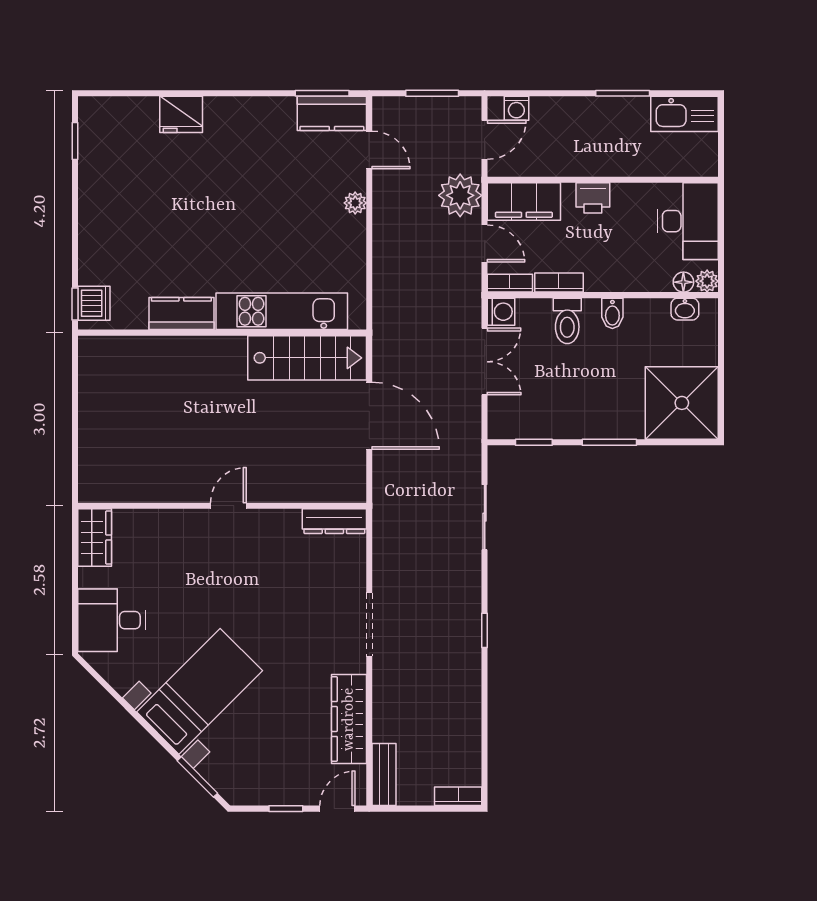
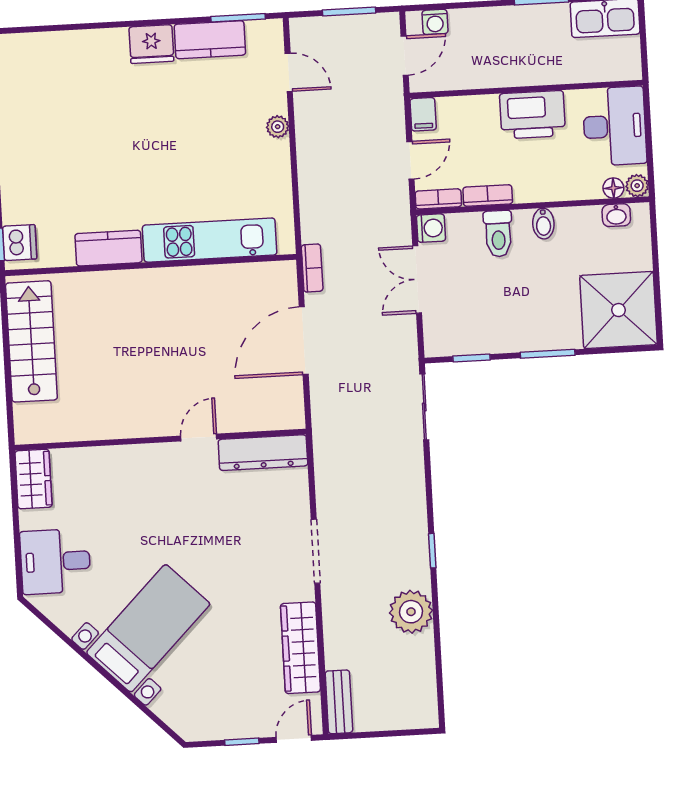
kitchen counter: (332, 113) -> (210, 40), moved
fridge: (181, 114) -> (151, 44), moved
plant: (460, 195) -> (411, 612), moved
printer: (593, 198) -> (532, 115), width x1.87, depth x1.48
filing cabinet: (524, 202) -> (423, 114), width x0.33, depth x0.86
door: (485, 243) -> (410, 160), hinge flipped
stairs: (307, 358) -> (31, 341), moved, turned -90
double door: (485, 362) -> (417, 279), swing flipped
door: (369, 416) -> (304, 341), swing flipped
door: (228, 506) -> (199, 438), moved
sliding door: (485, 517) -> (424, 407), moved
dresser: (334, 521) -> (263, 453), width x1.37, depth x1.24
window: (197, 777) -> (151, 715), removed
bookcase: (458, 796) -> (312, 268), moved, turned 90

